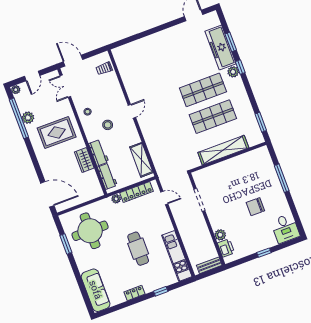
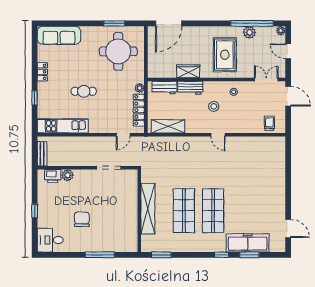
door: (73, 61) -> (288, 96), hinge flipped
plant: (233, 72) -> (220, 246), removed
cafe table: (138, 249) -> (84, 91), width x0.73, depth x0.74

